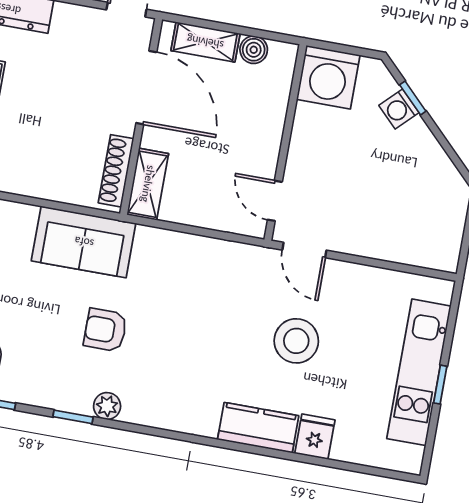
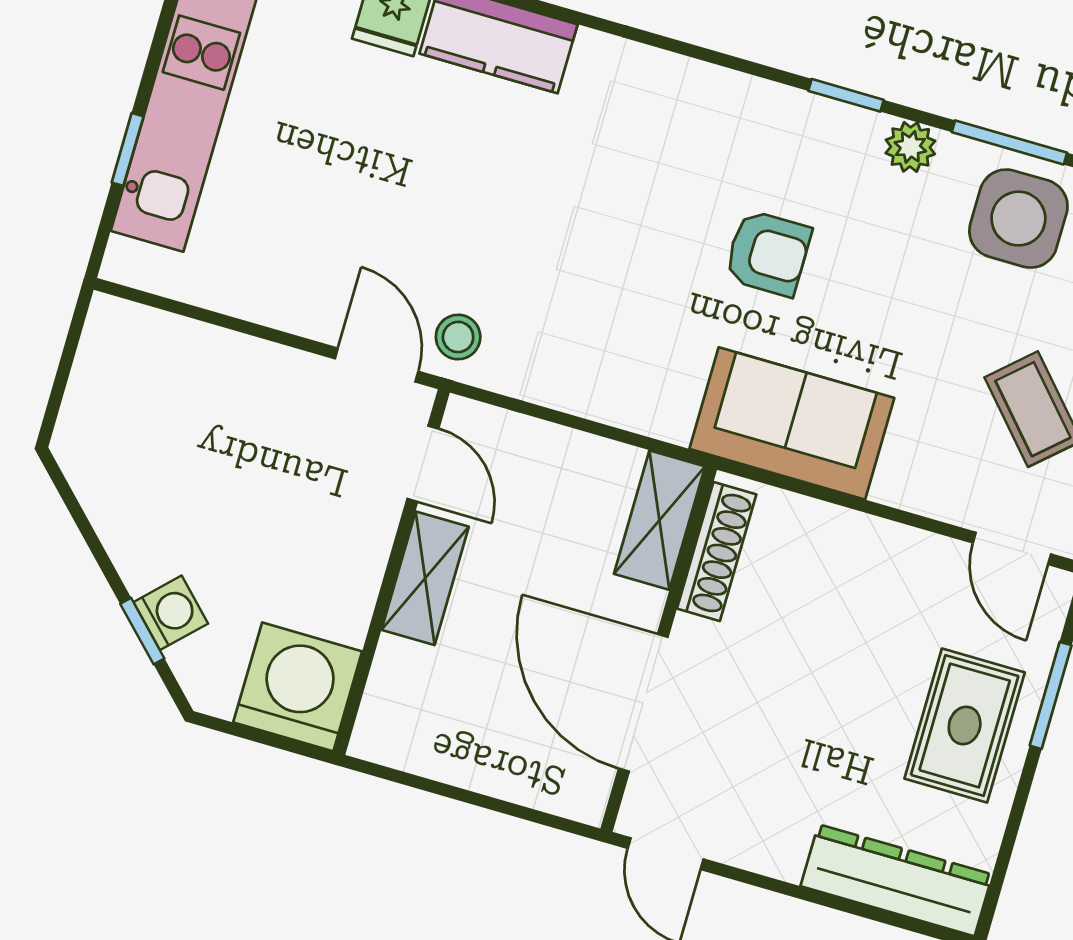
shelving: (205, 42) -> (425, 578), moved, turned 90
boiler: (254, 50) -> (433, 753), removed
stool: (296, 341) -> (458, 337), moved, width x0.53, depth x0.53
window: (440, 385) -> (128, 149), moved
plant: (107, 406) -> (910, 147), moved

